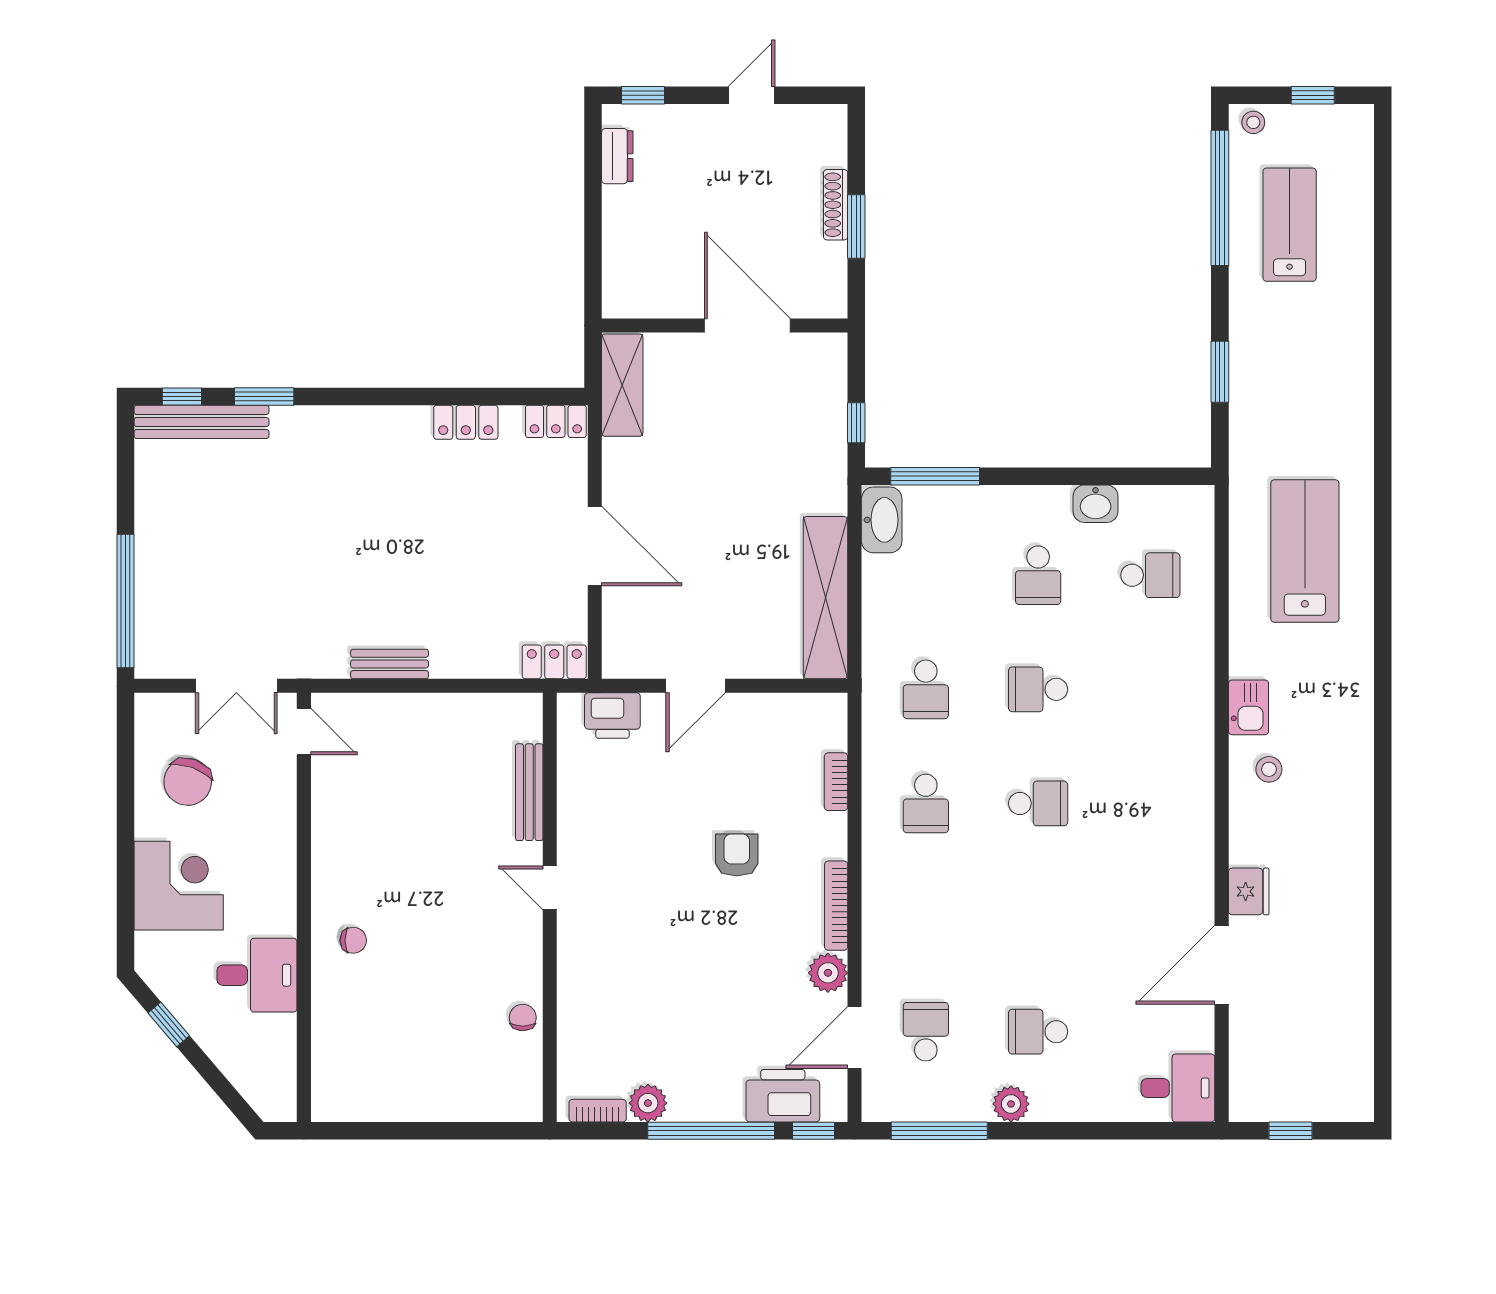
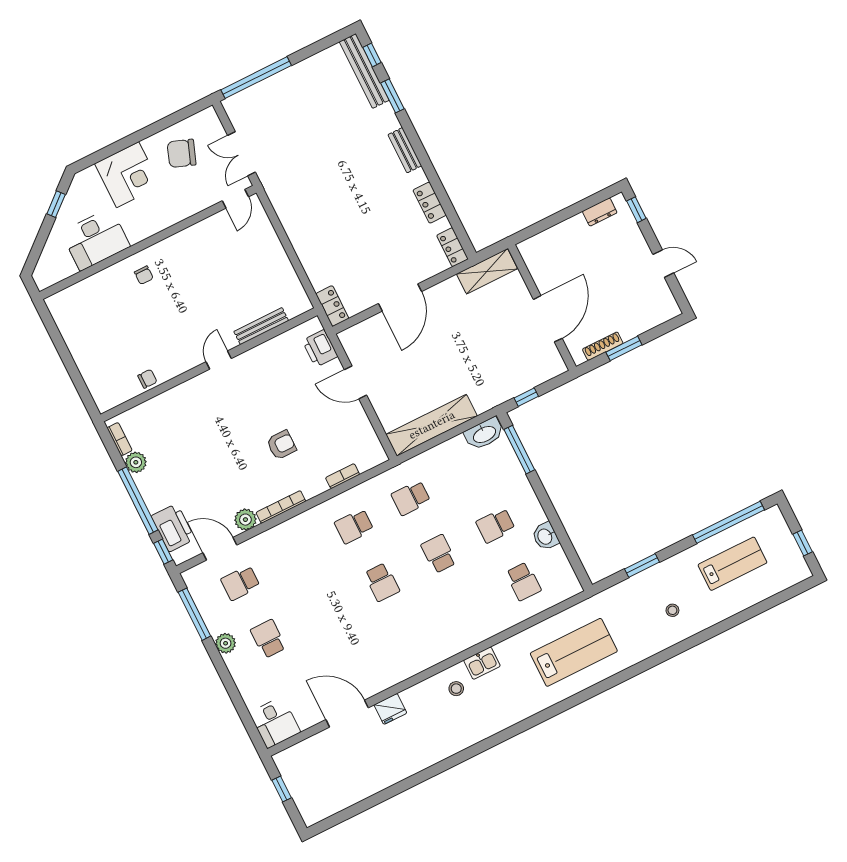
stool: (1253, 122) -> (672, 610), moved
shoe rack: (836, 205) -> (603, 346), moved
bench: (390, 664) -> (405, 150), moved
desk: (257, 975) -> (96, 239), width x1.37
school desk: (926, 1032) -> (240, 583), turned 180

